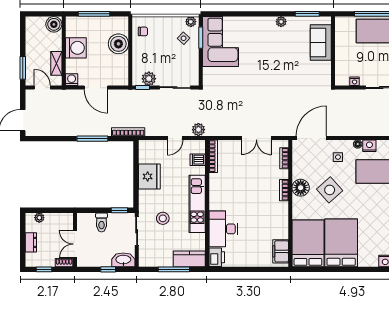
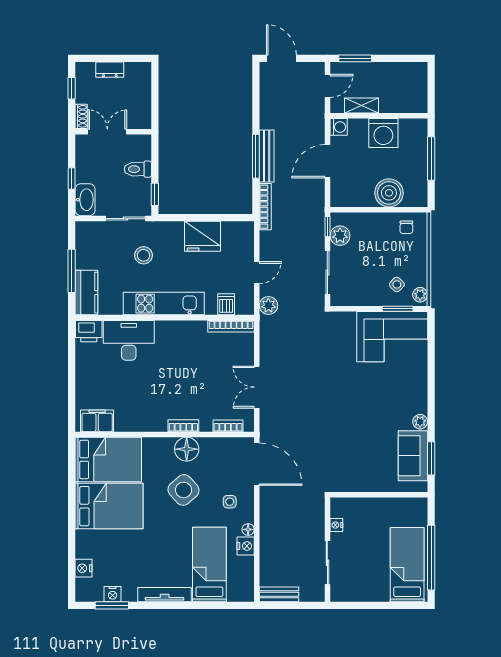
boiler: (54, 24) -> (416, 102), removed
sofa: (321, 42) -> (413, 456), moved, turned -90
bench: (92, 131) -> (267, 156), added
door: (175, 138) -> (257, 273), swing flipped
plant: (39, 218) -> (144, 82), removed

